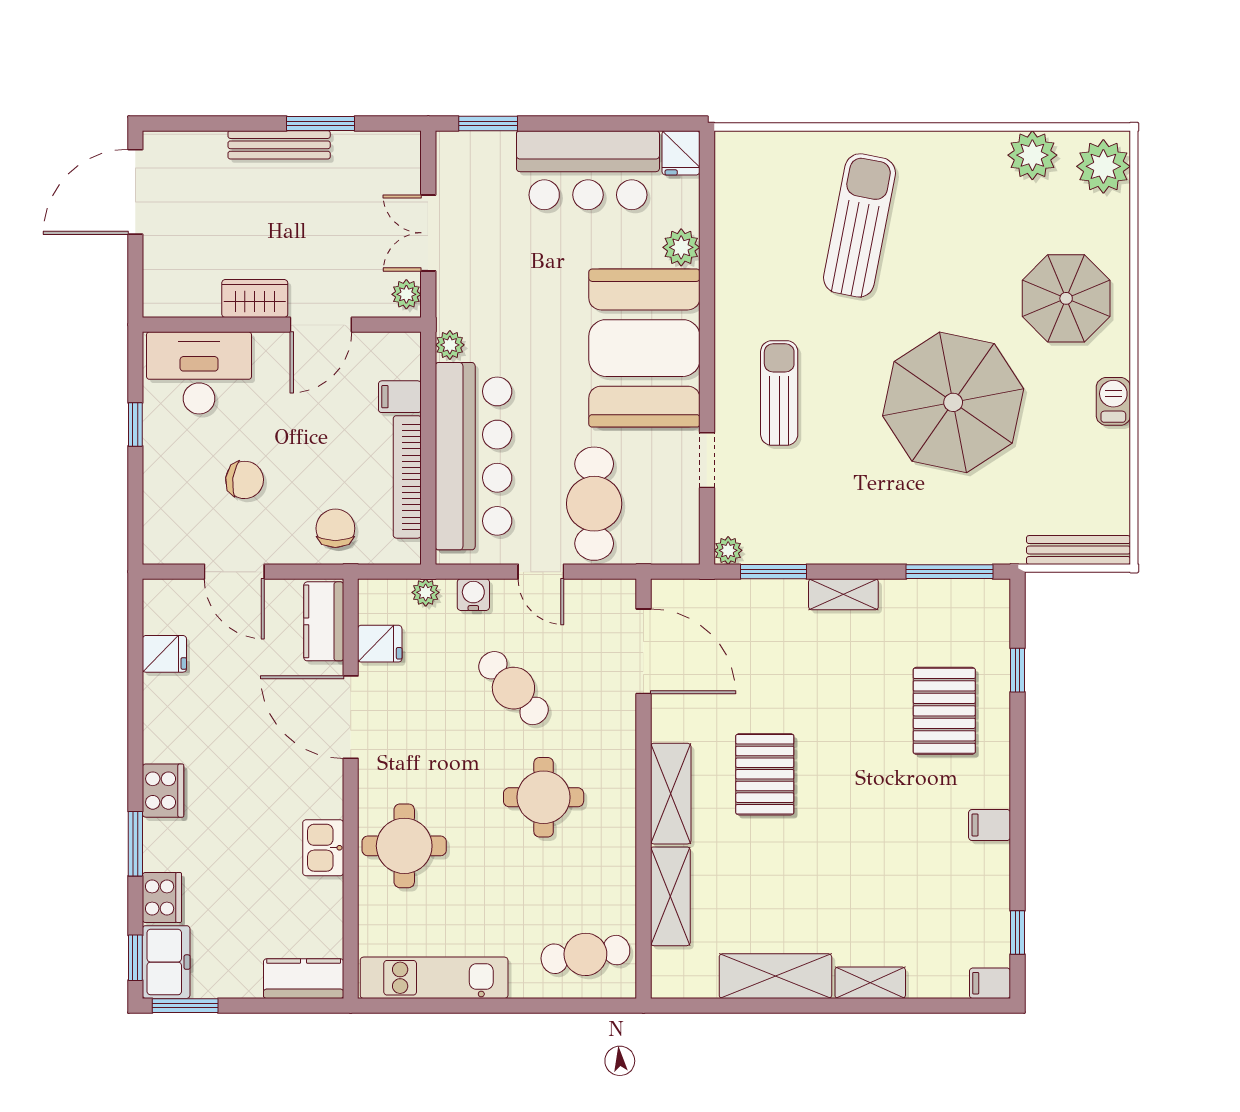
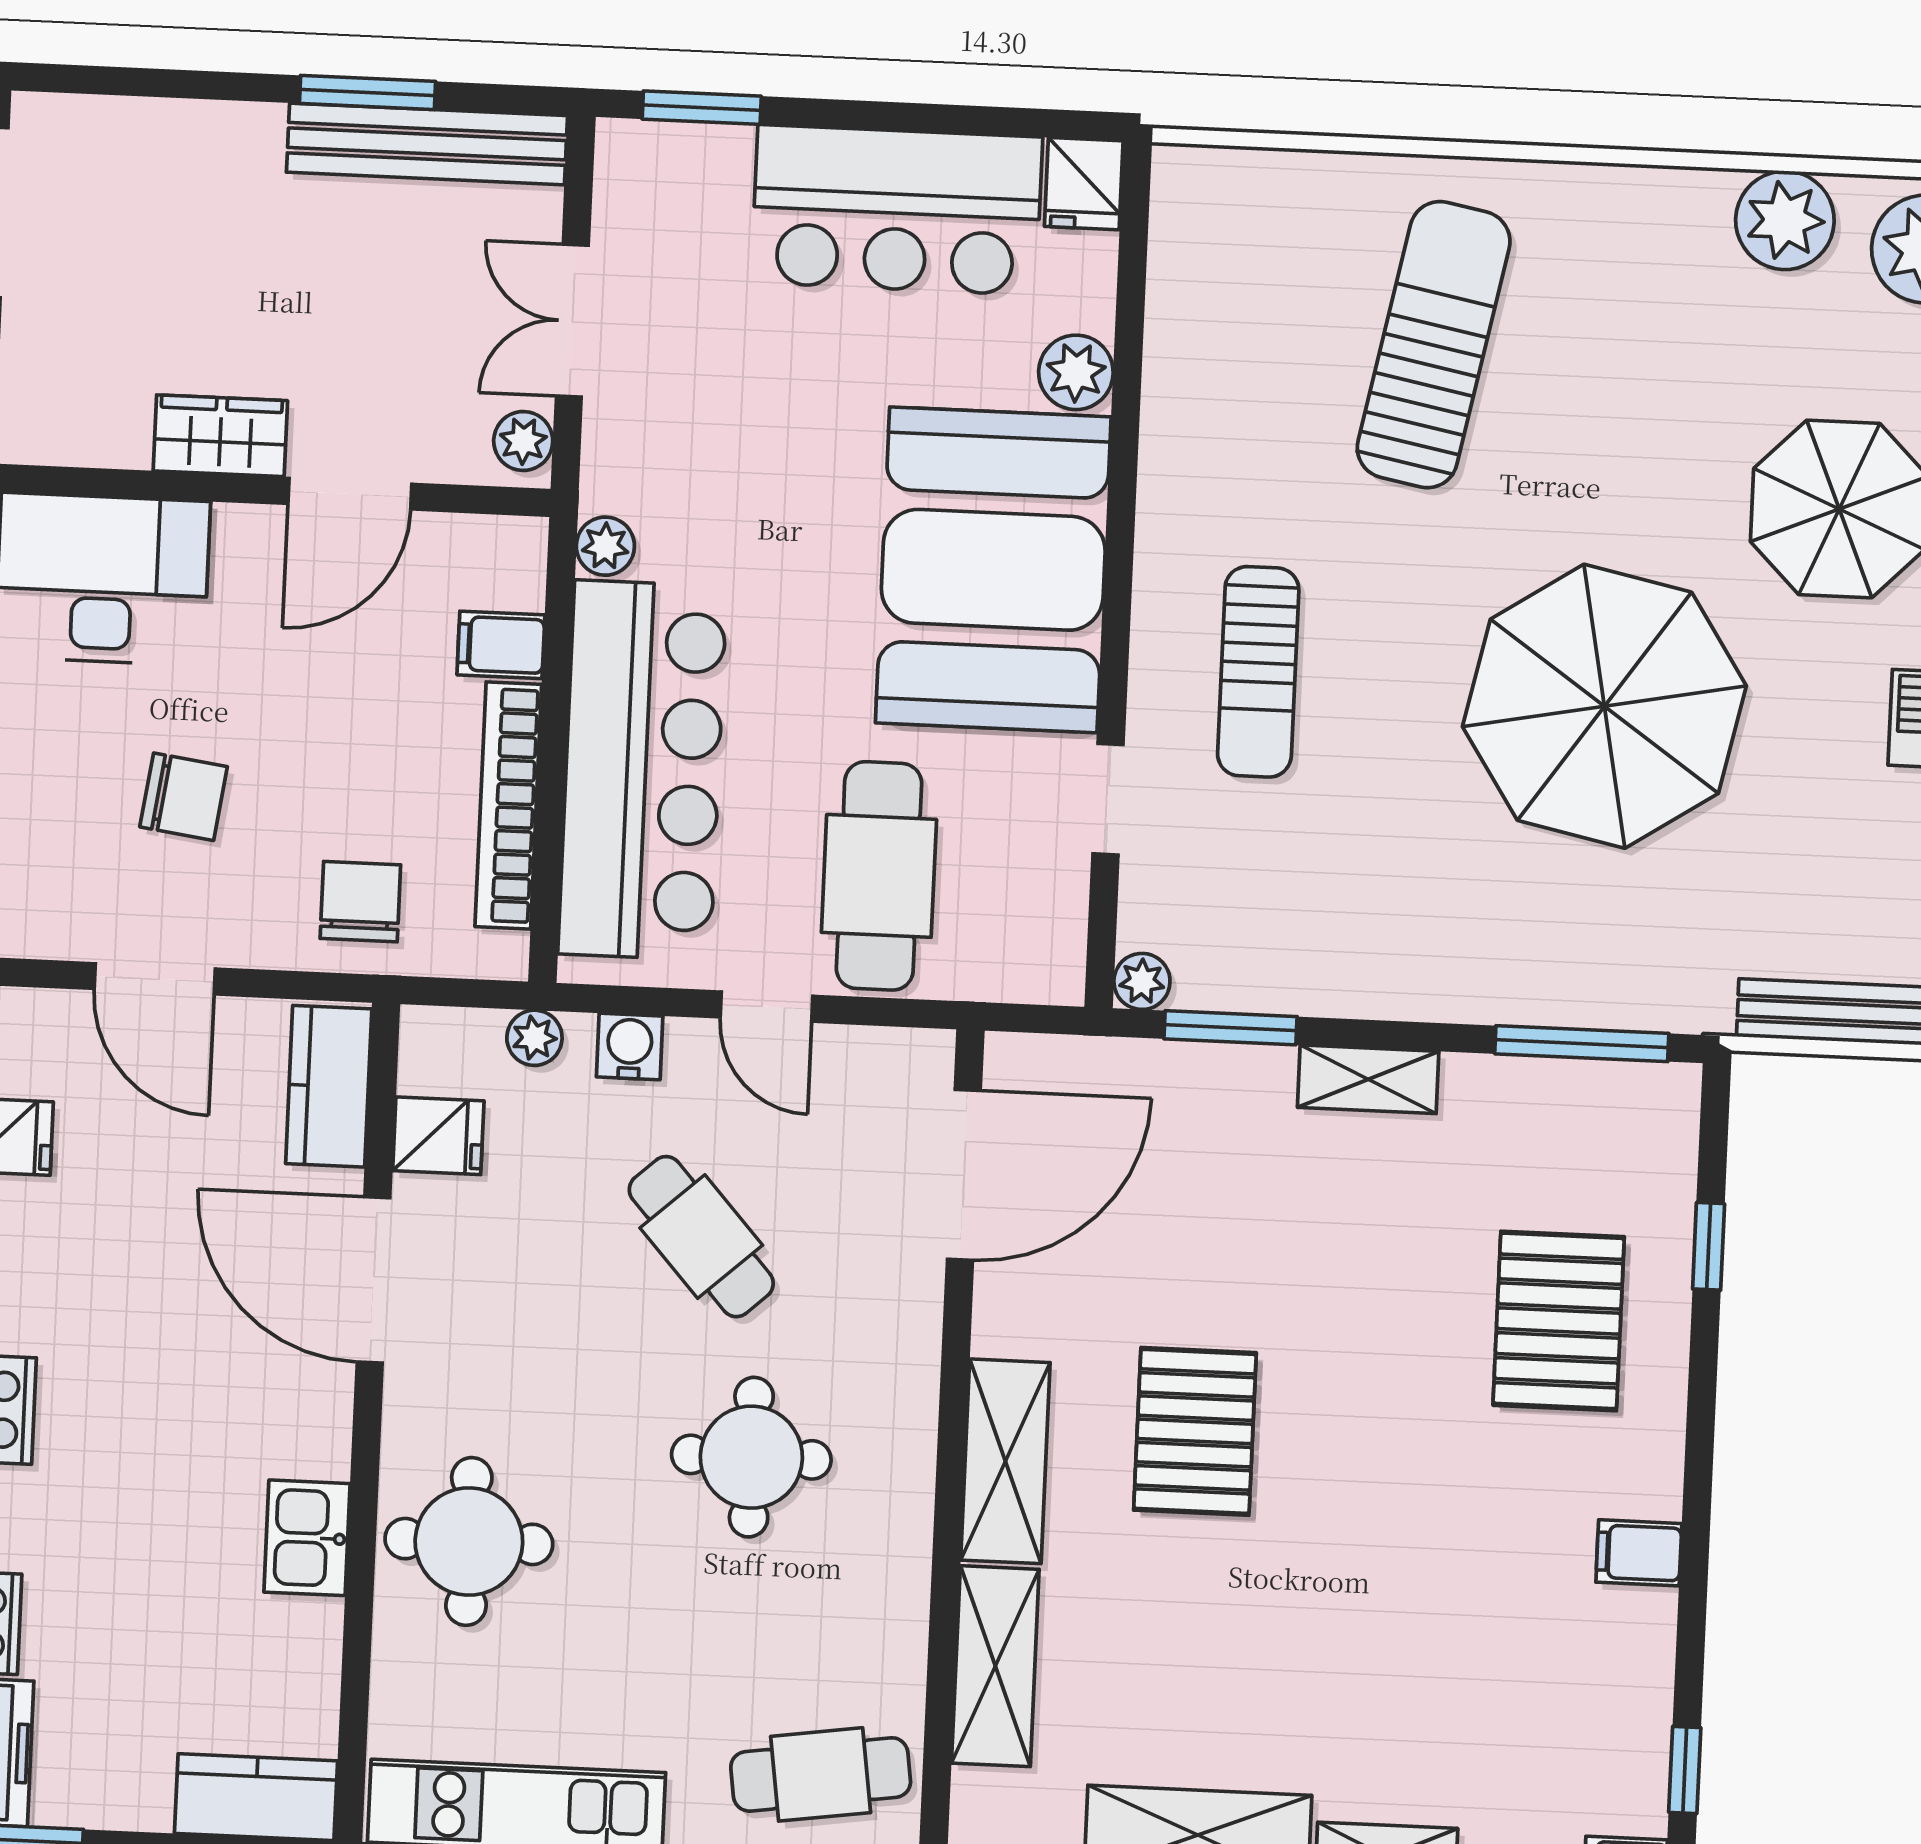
bench: (279, 145) -> (427, 144), moved, width x1.37, depth x1.21
sun lounger: (779, 393) -> (1258, 672), turned 180
door: (643, 651) -> (964, 1175), hinge flipped

